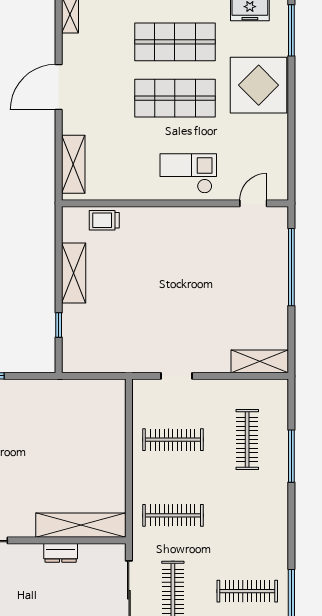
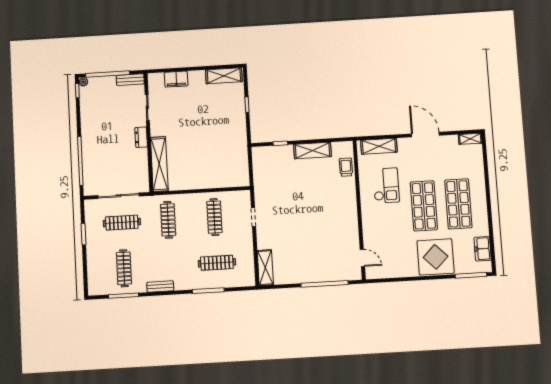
checkout: (188, 173) -> (386, 185), moved
bench: (280, 534) -> (160, 286), added
dresser: (61, 553) -> (141, 137), moved

